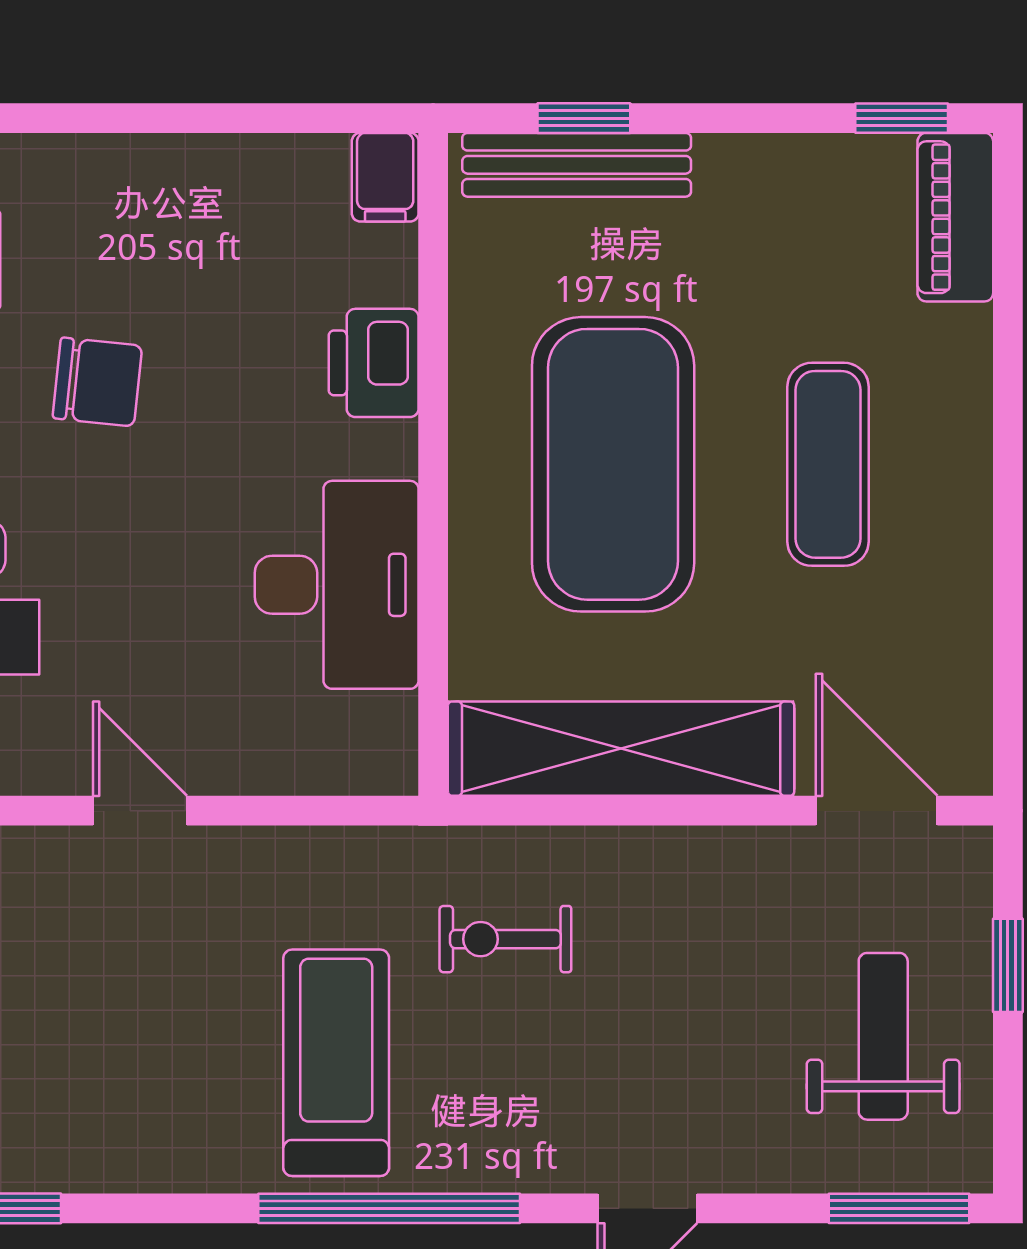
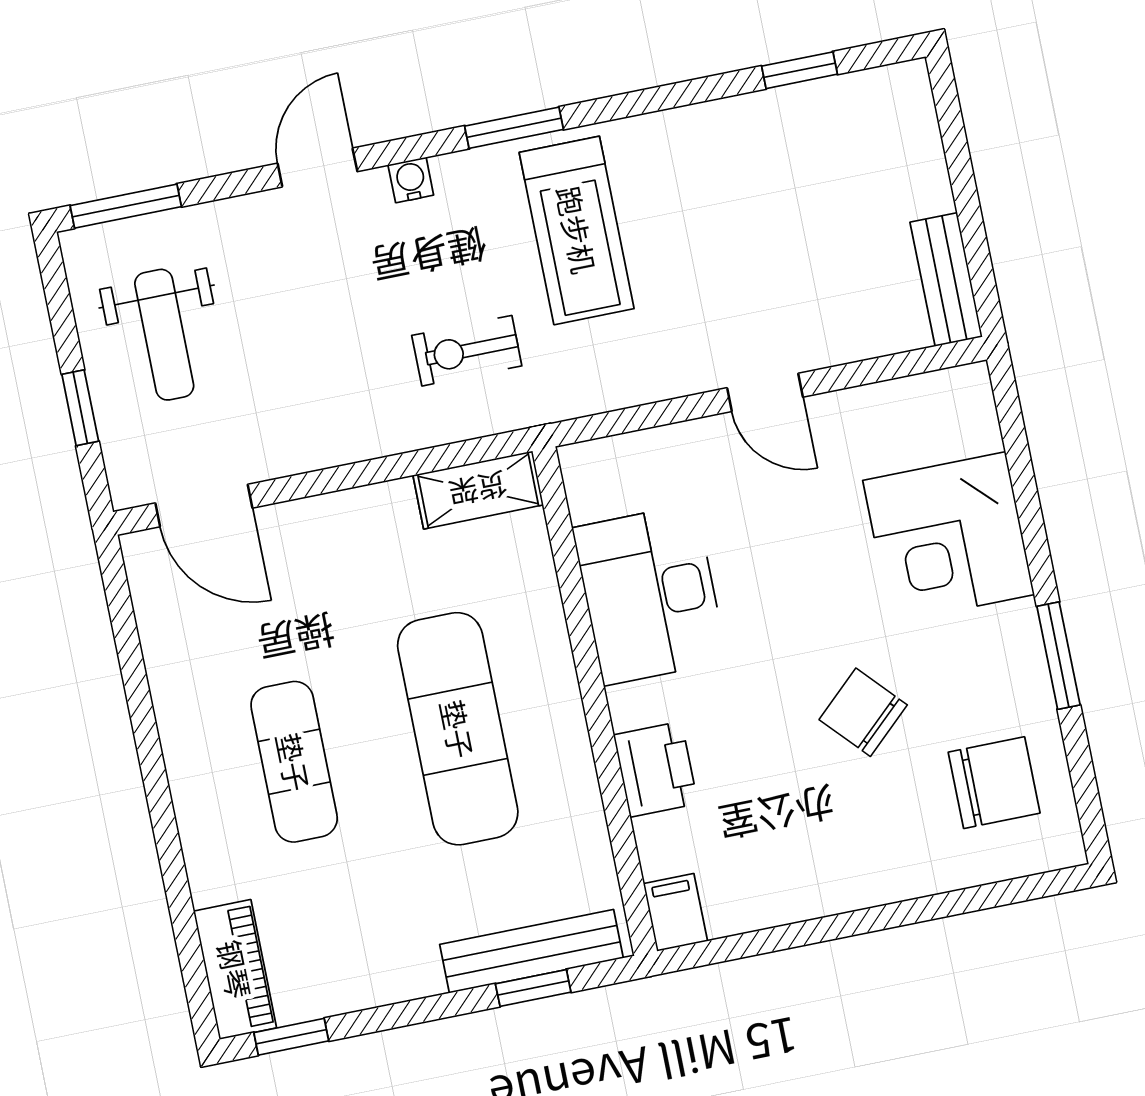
chair: (97, 382) -> (863, 712), turned 41
exercise mat: (613, 464) -> (458, 729), width x0.68
shelving: (621, 749) -> (478, 490), width x0.45, depth x0.75
exercise bike: (505, 939) -> (467, 351), turned 180
water cooler: (533, 1169) -> (411, 180), added
window: (389, 1208) -> (514, 128), width x0.47

